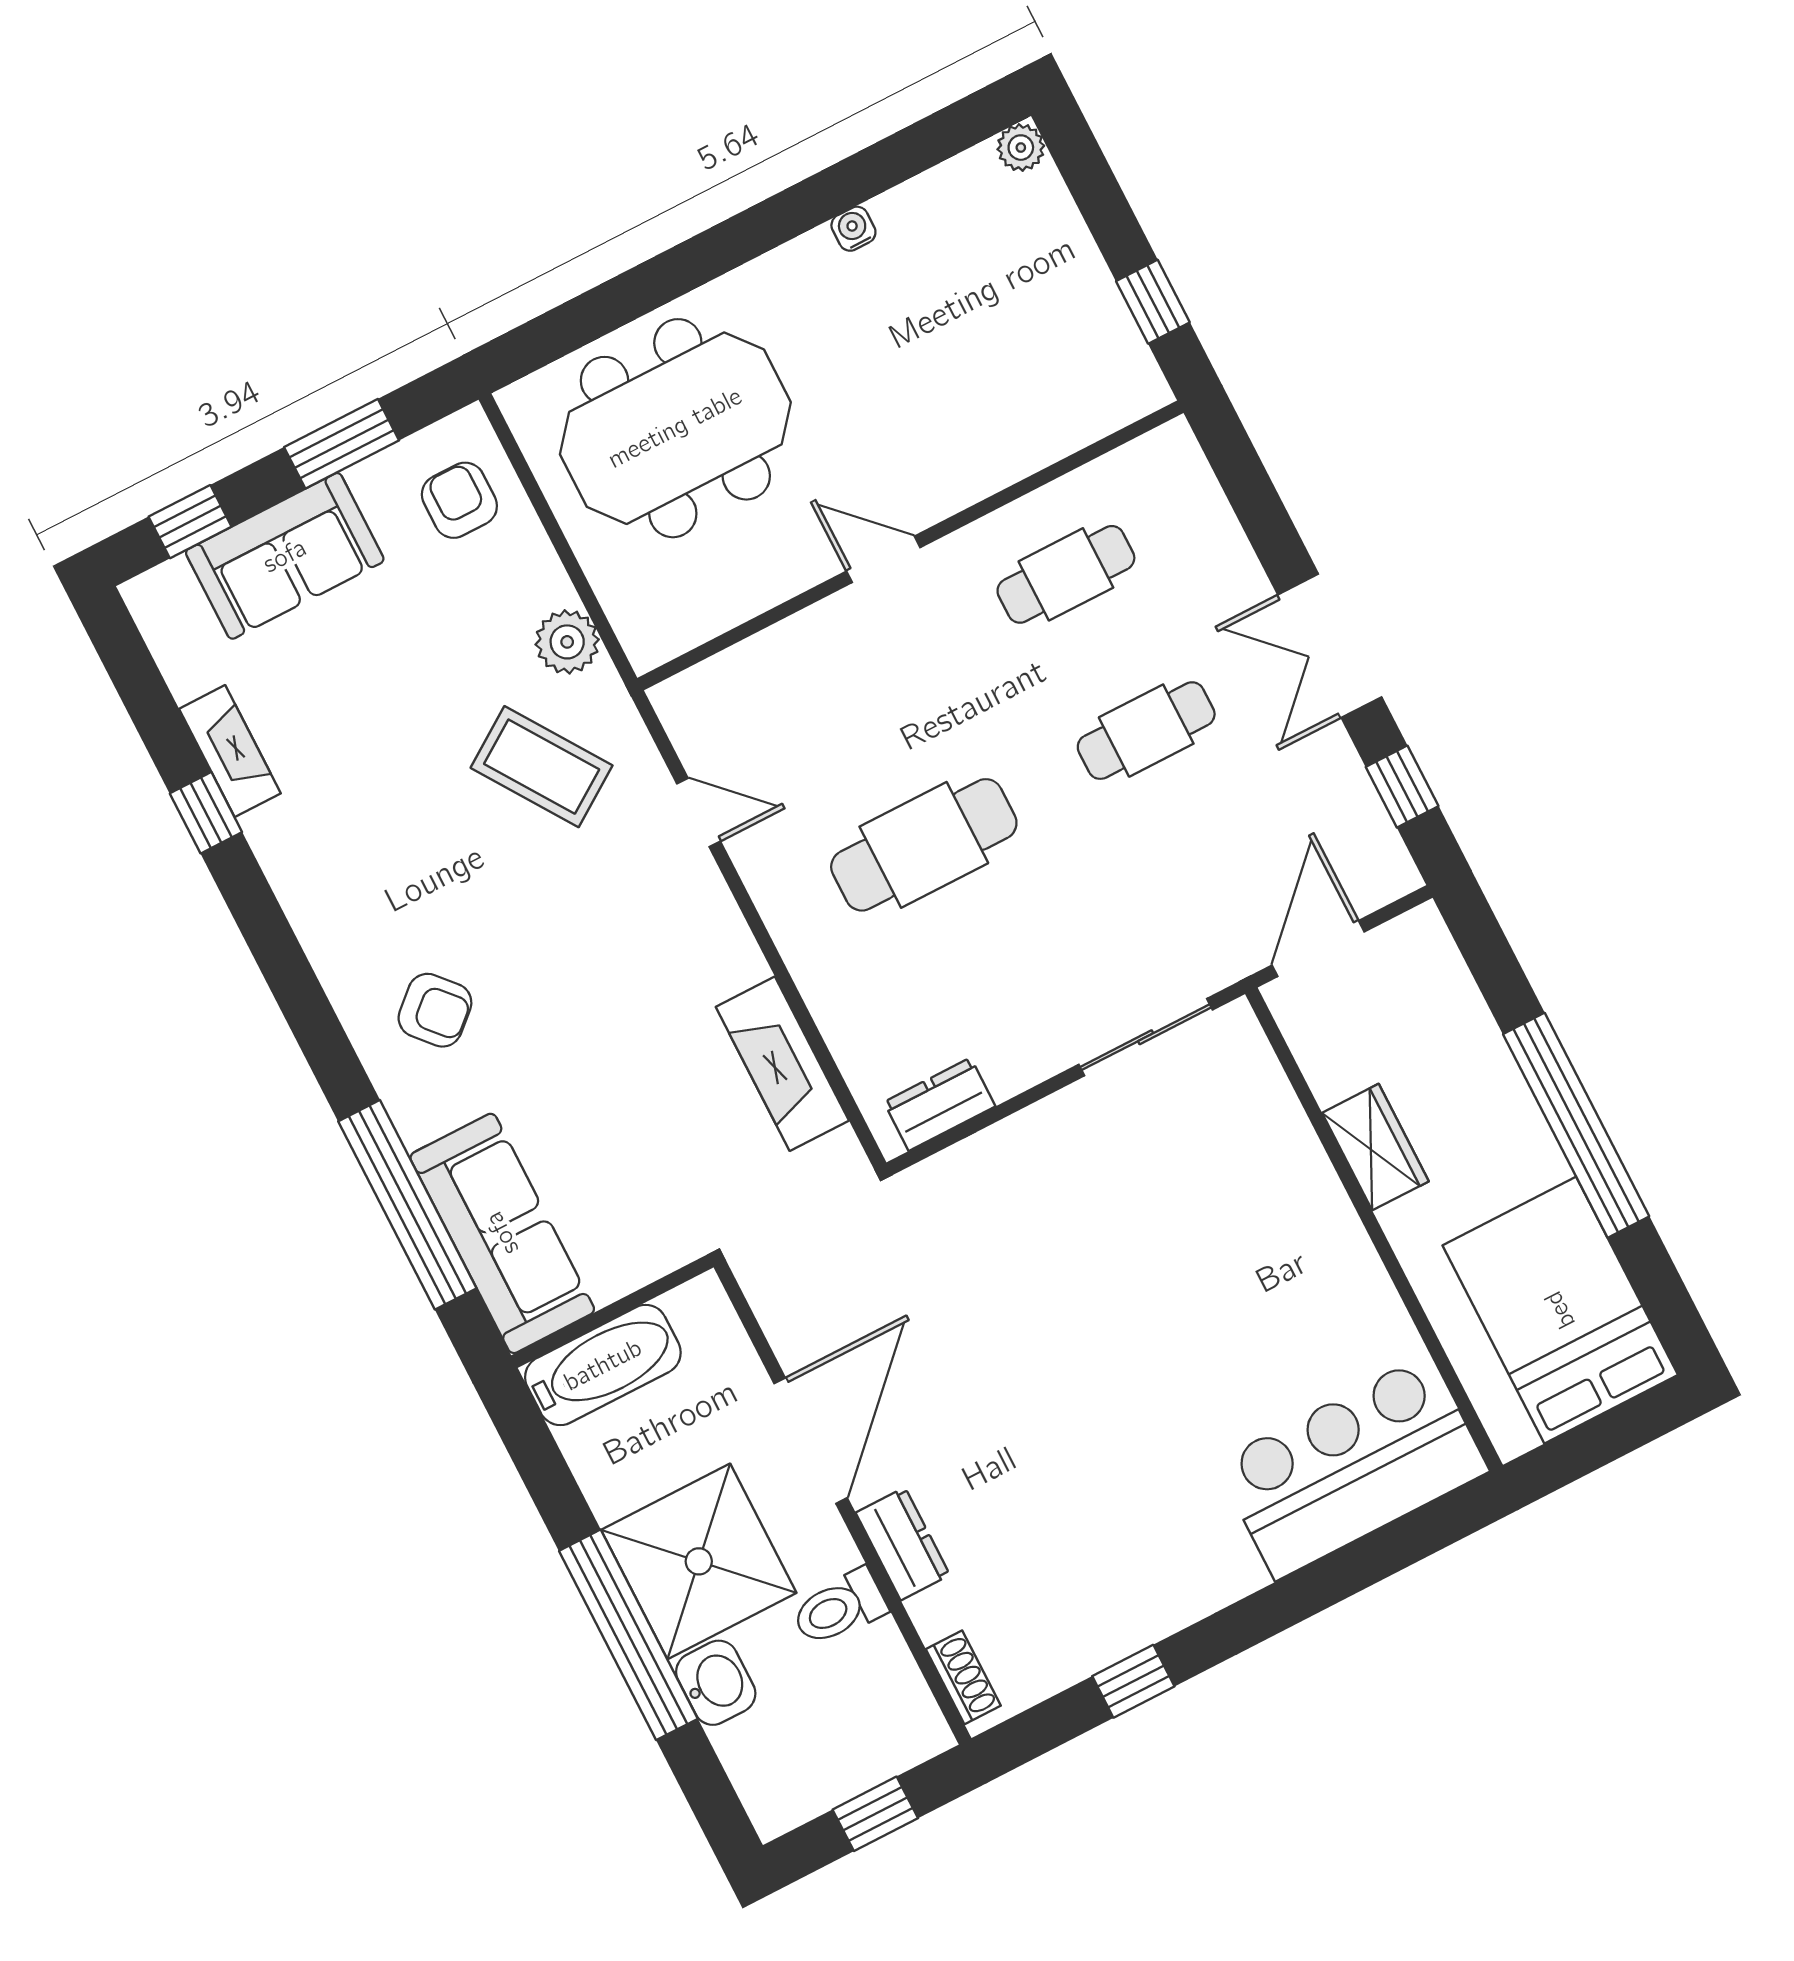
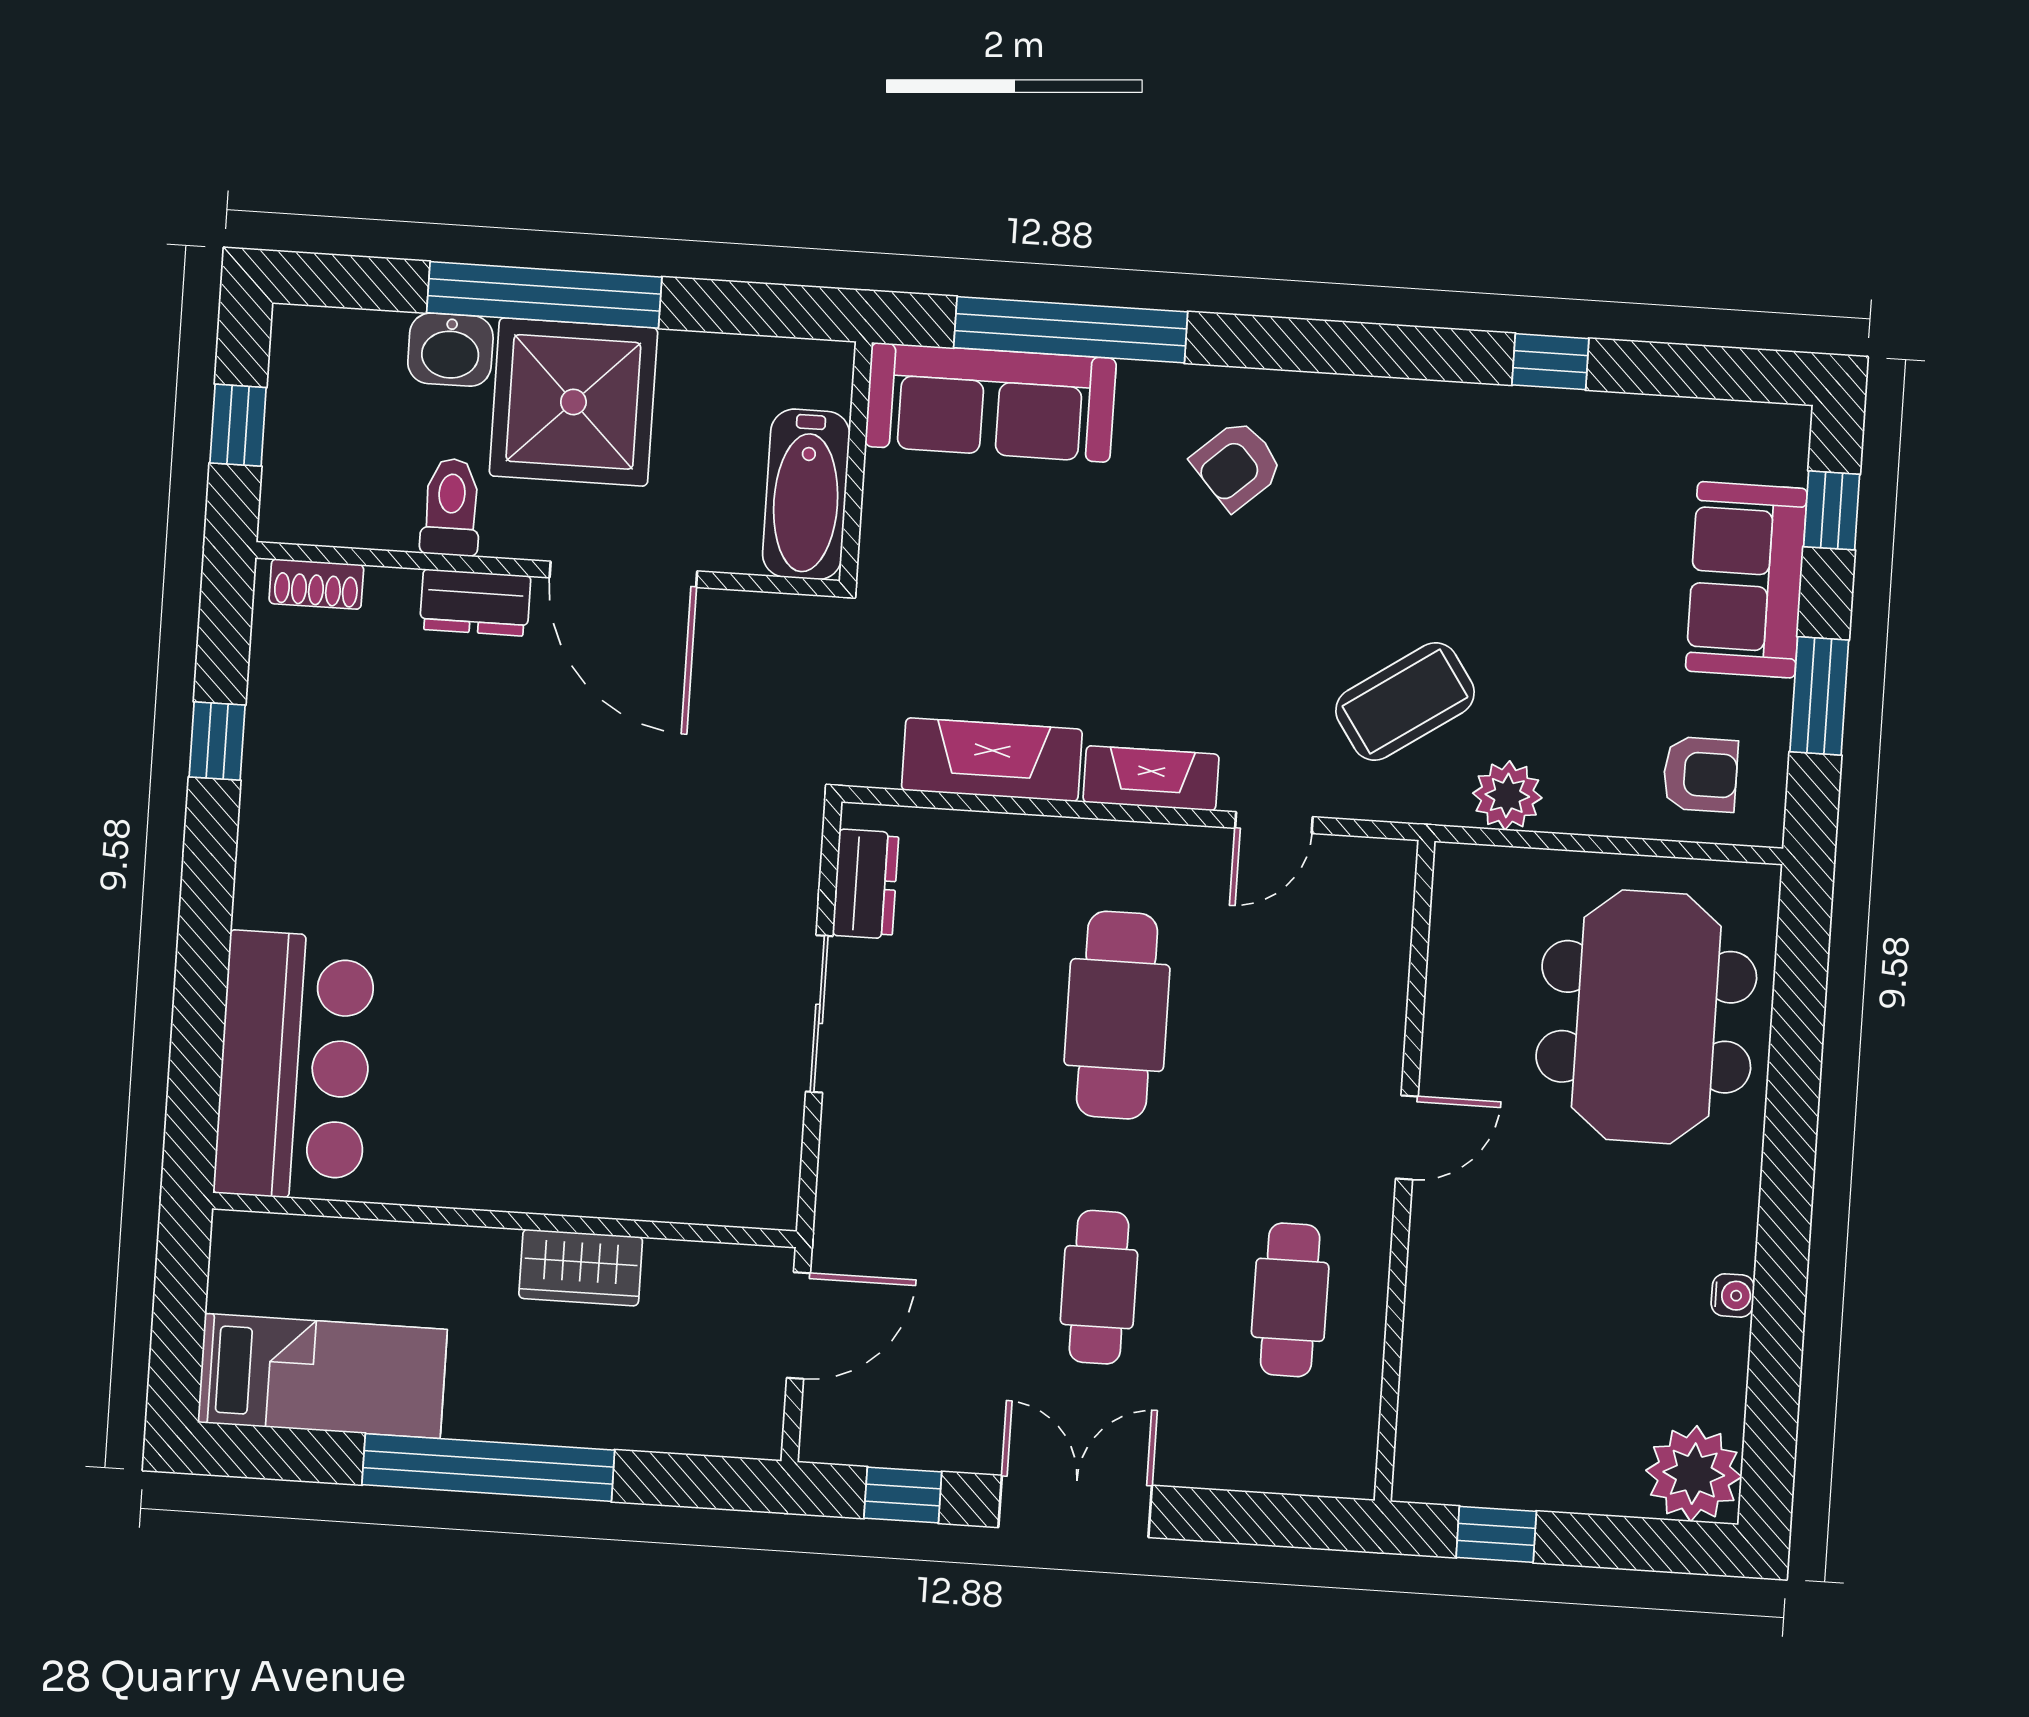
plant: (1021, 148) -> (1694, 1474), width x1.87, depth x1.87
fireplace: (230, 751) -> (1151, 778), moved, turned 180
door: (1318, 949) -> (799, 1325), hinge flipped
sliding door: (1146, 1037) -> (819, 1014), moved
bed: (1560, 1310) -> (322, 1376), width x0.67
bathtub: (603, 1365) -> (806, 494), moved

